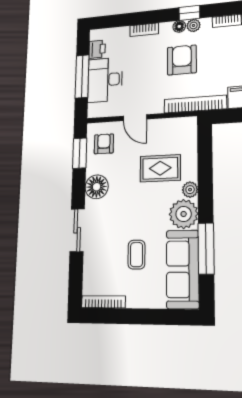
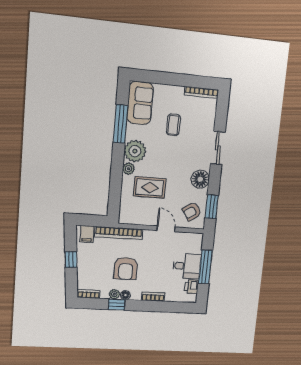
desk: (105, 80) -> (187, 266), width x0.73
armchair: (104, 144) -> (192, 212), turned 57
sofa: (183, 269) -> (140, 103), width x0.73

